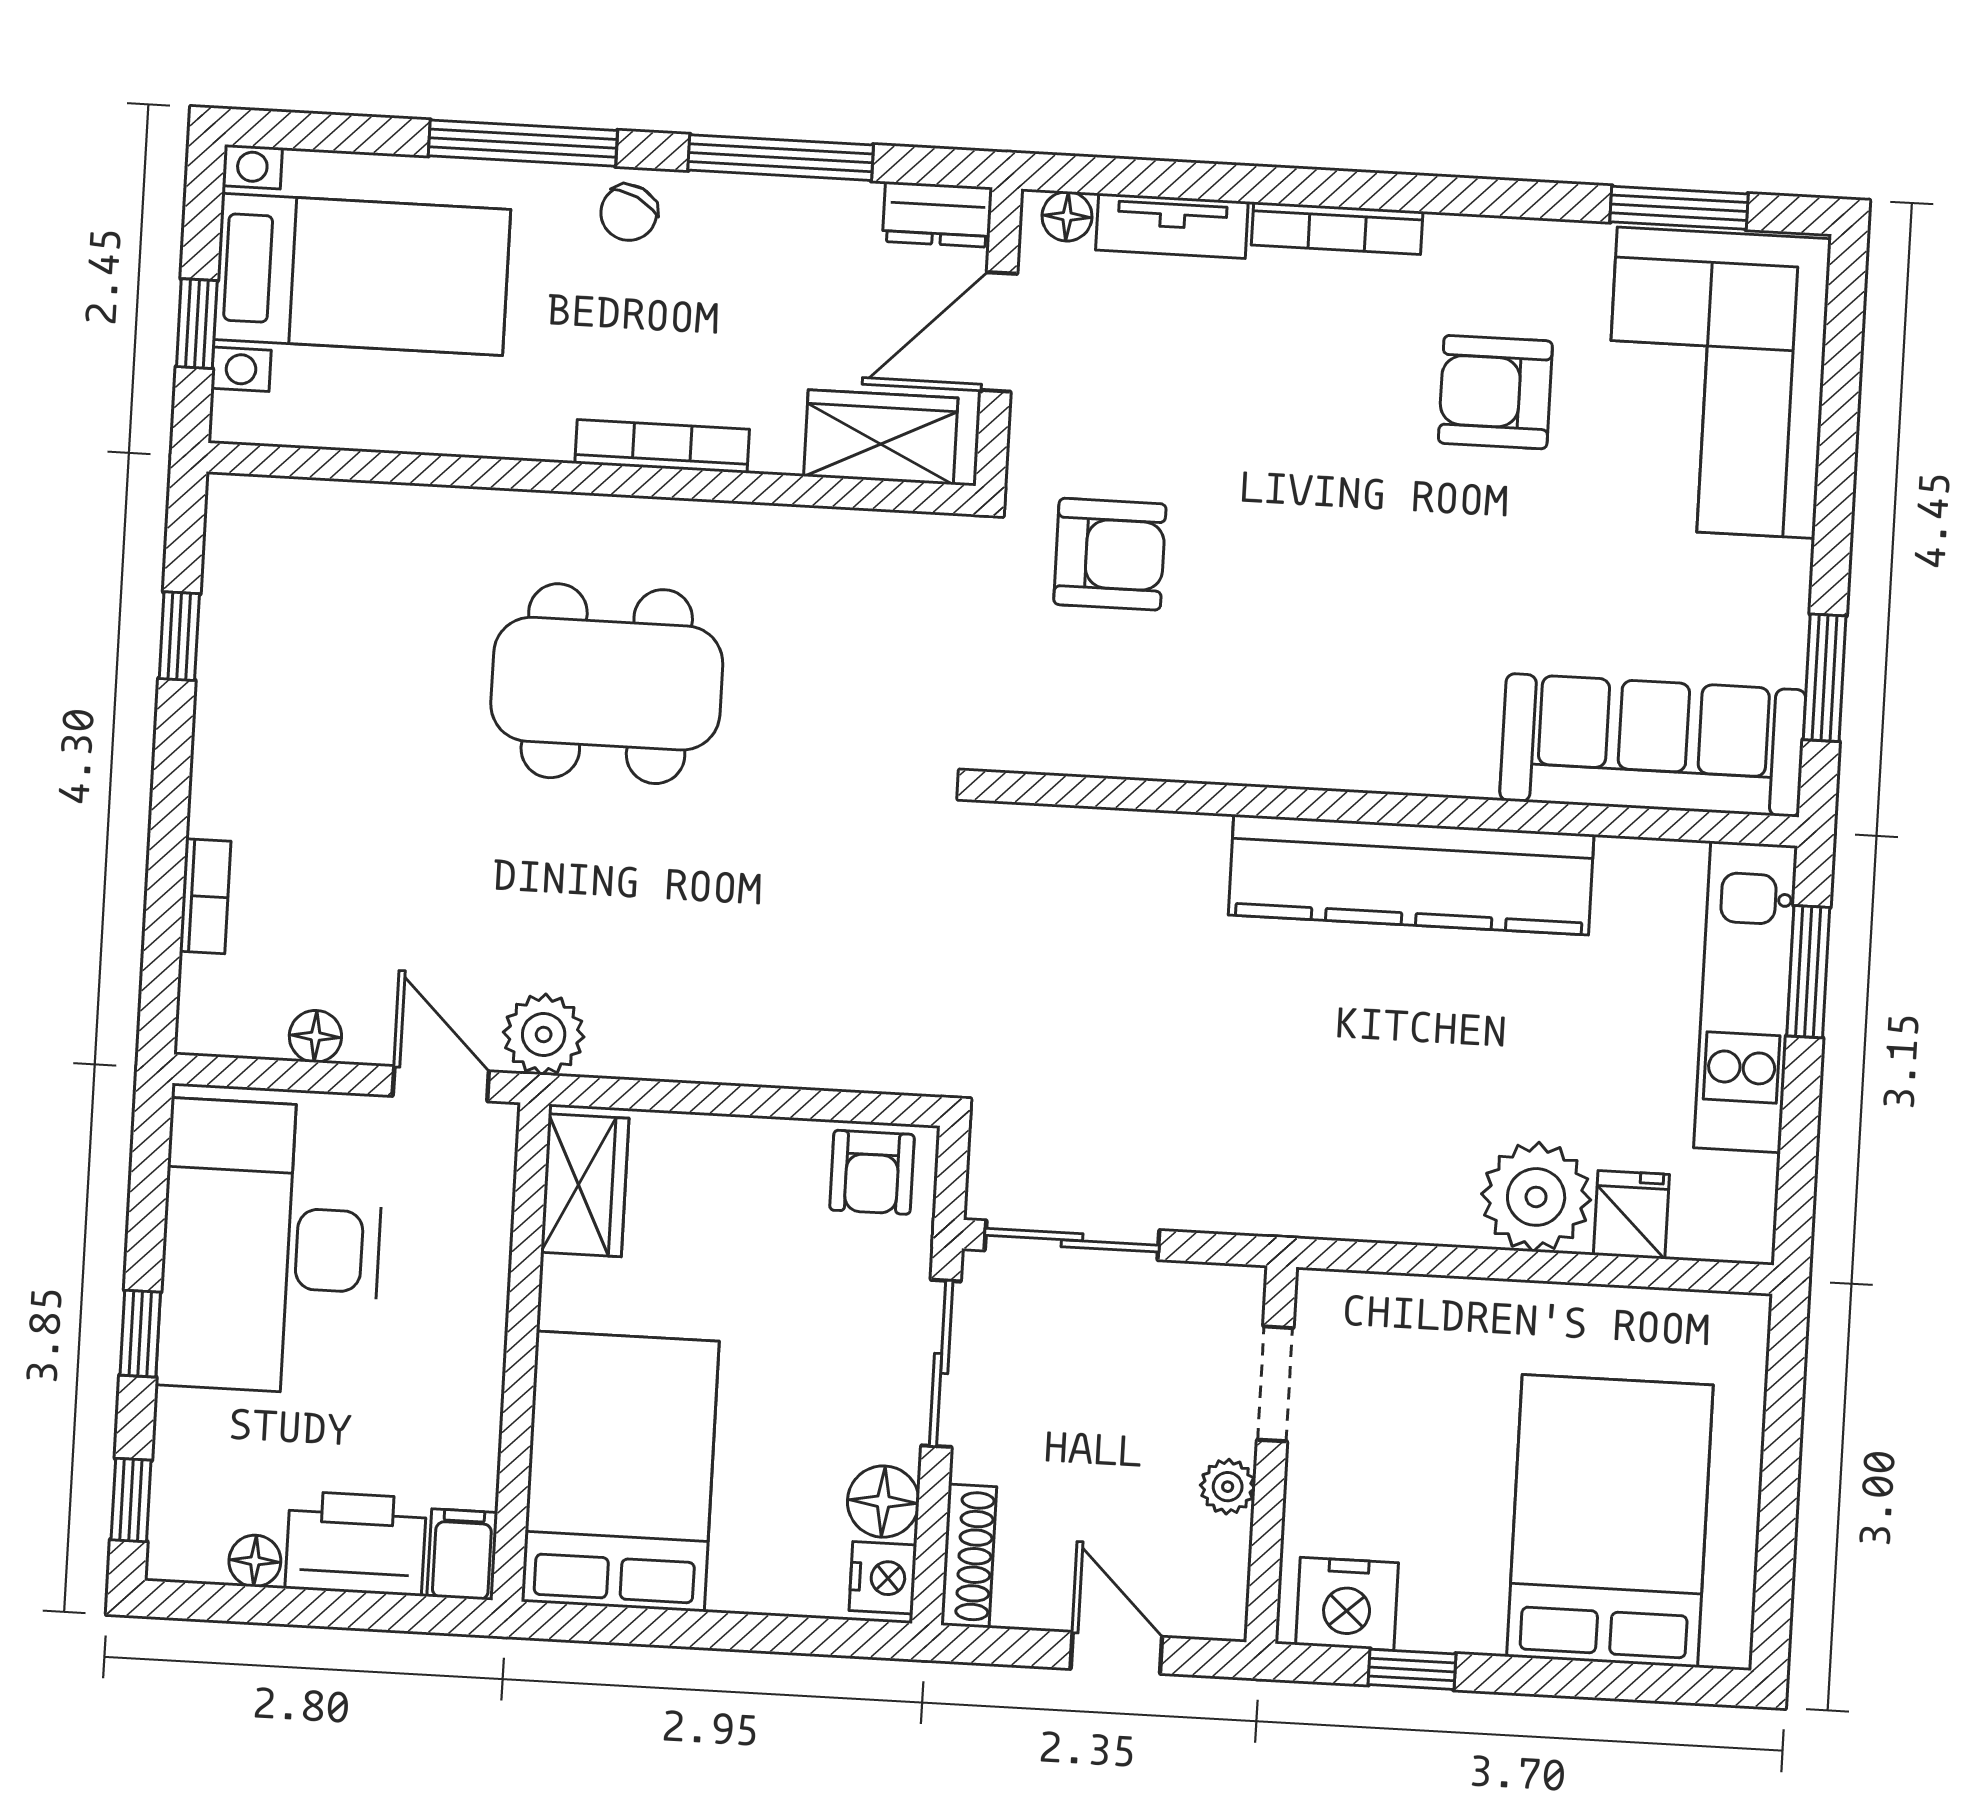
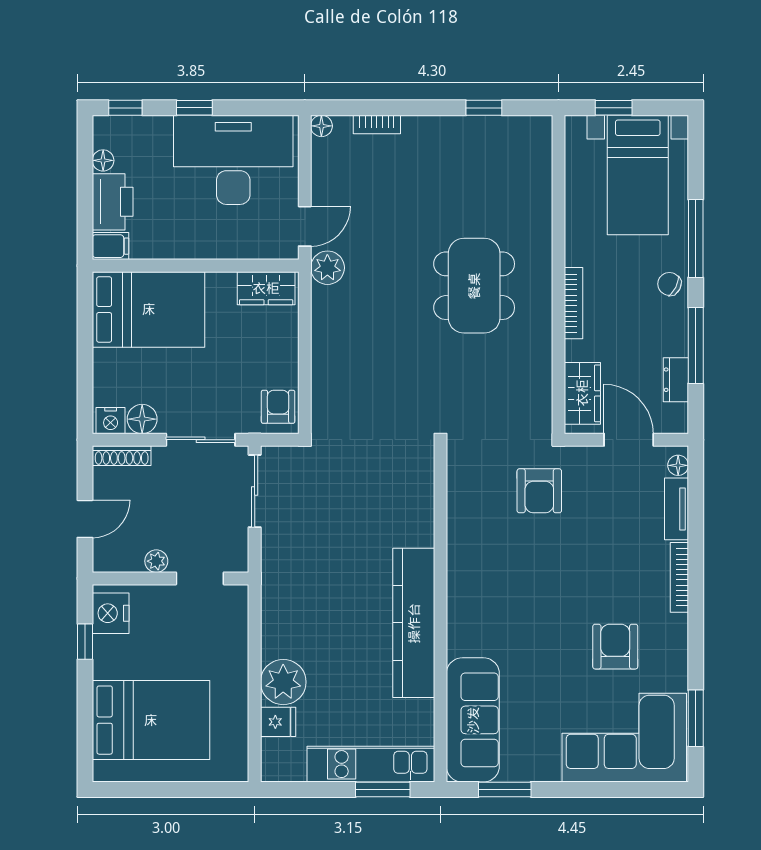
dresser: (937, 214) -> (676, 380), moved
floor lamp: (315, 1036) -> (321, 126), moved
armchair: (872, 1172) -> (278, 407), turned 90

